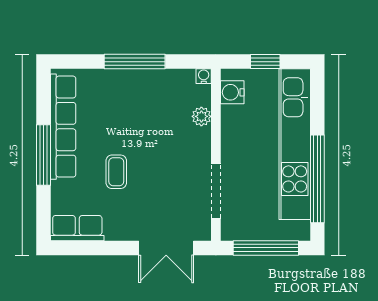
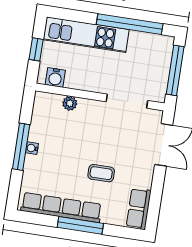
water cooler: (204, 76) -> (32, 148), moved
kitchen unit: (295, 144) -> (86, 35), width x0.73

